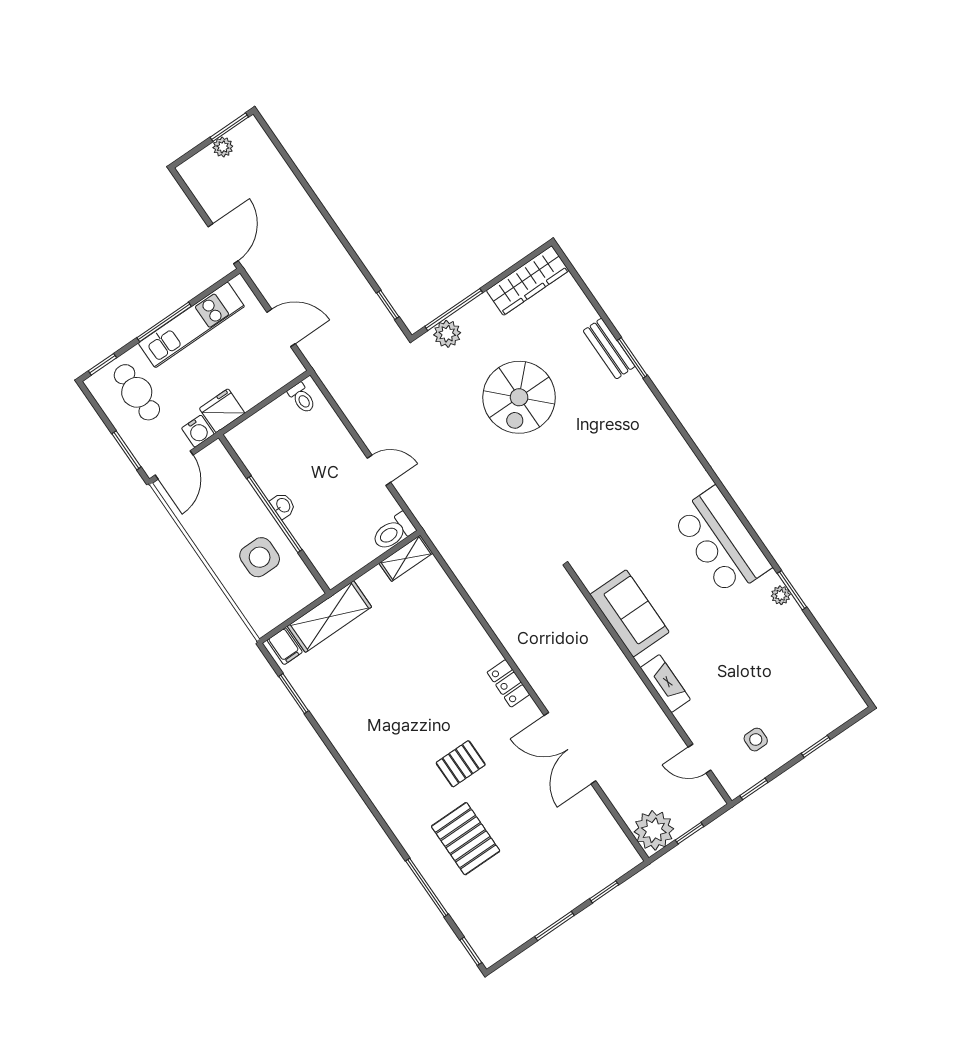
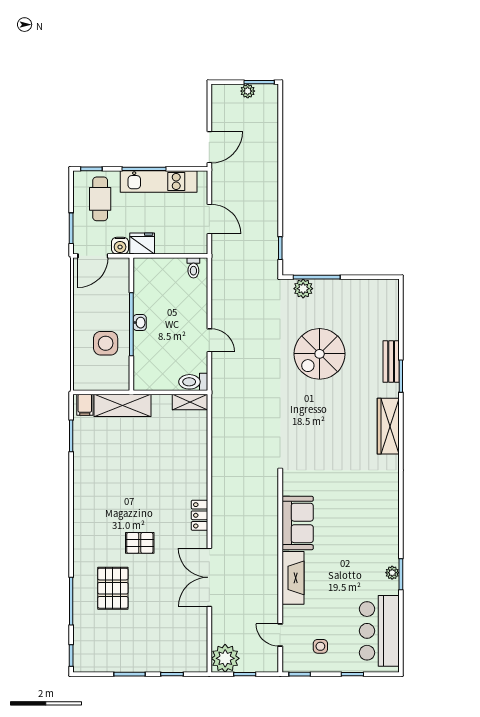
wardrobe: (528, 281) -> (388, 426), moved, turned 90
bar counter: (721, 542) -> (379, 631), moved
fireplace: (665, 684) -> (293, 578), width x1.37, depth x1.32

